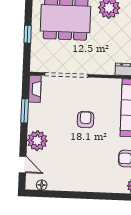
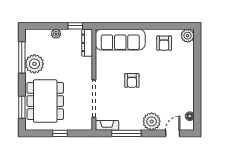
window: (25, 111) -> (126, 133), width x1.44
armchair: (86, 120) -> (132, 80), turned -90

